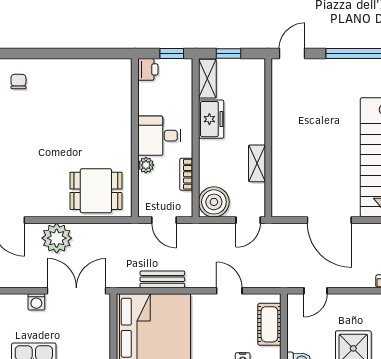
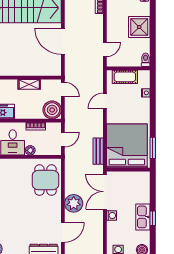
door: (329, 220) -> (63, 41), swing flipped
bench: (162, 279) -> (98, 151), moved
door: (316, 291) -> (105, 49), hinge flipped

